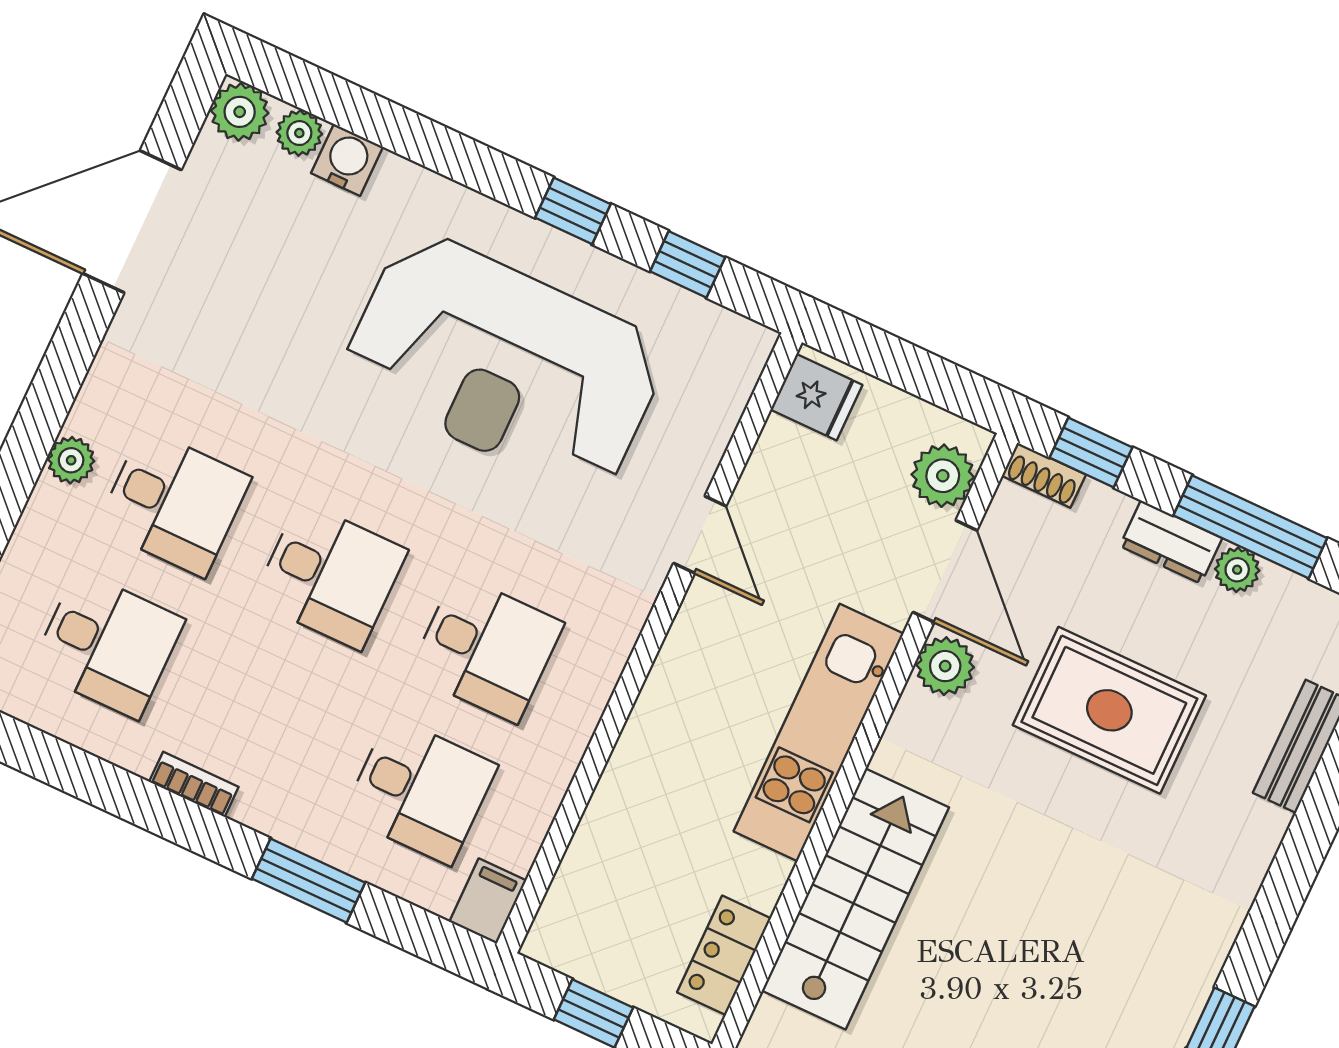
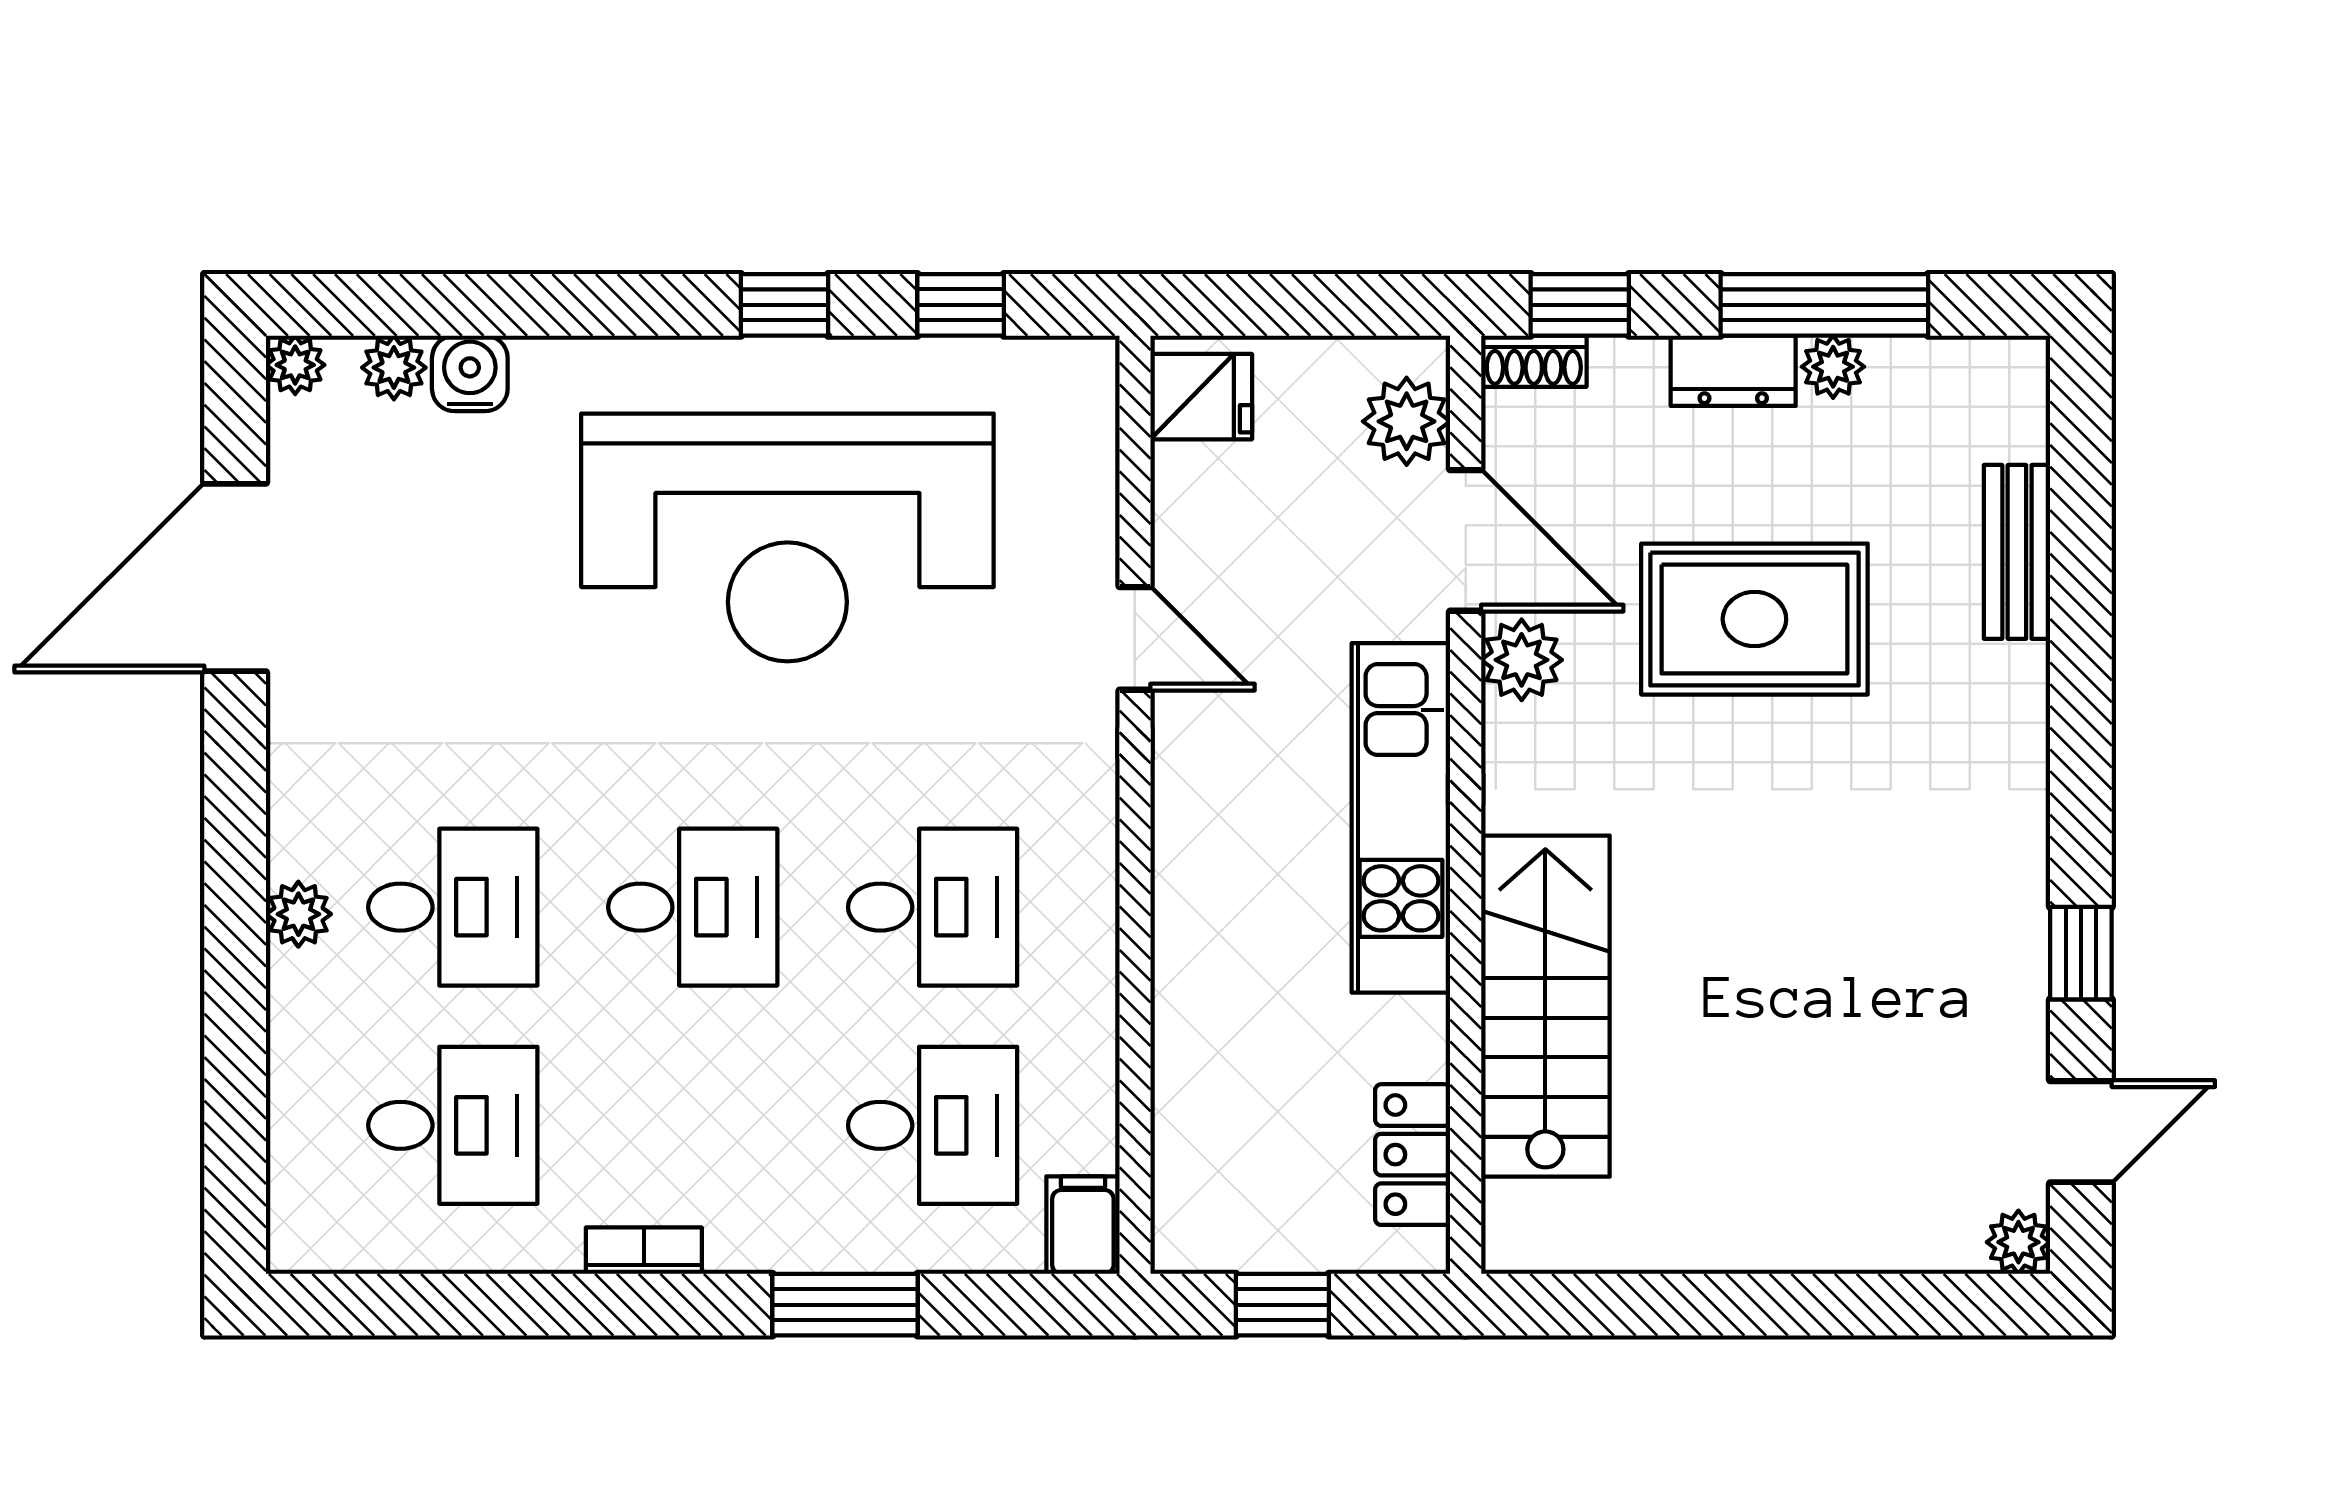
plant: (240, 112) -> (295, 365), width x0.73, depth x0.73

